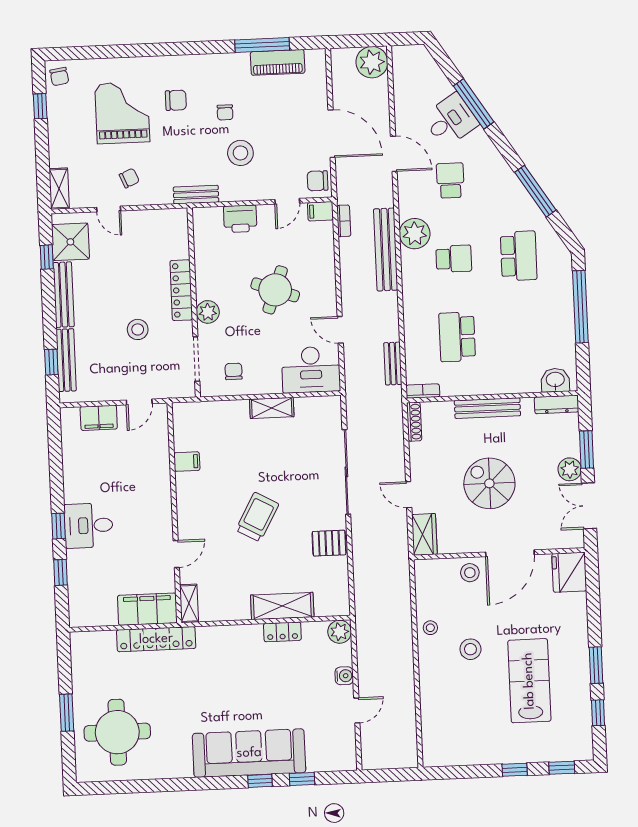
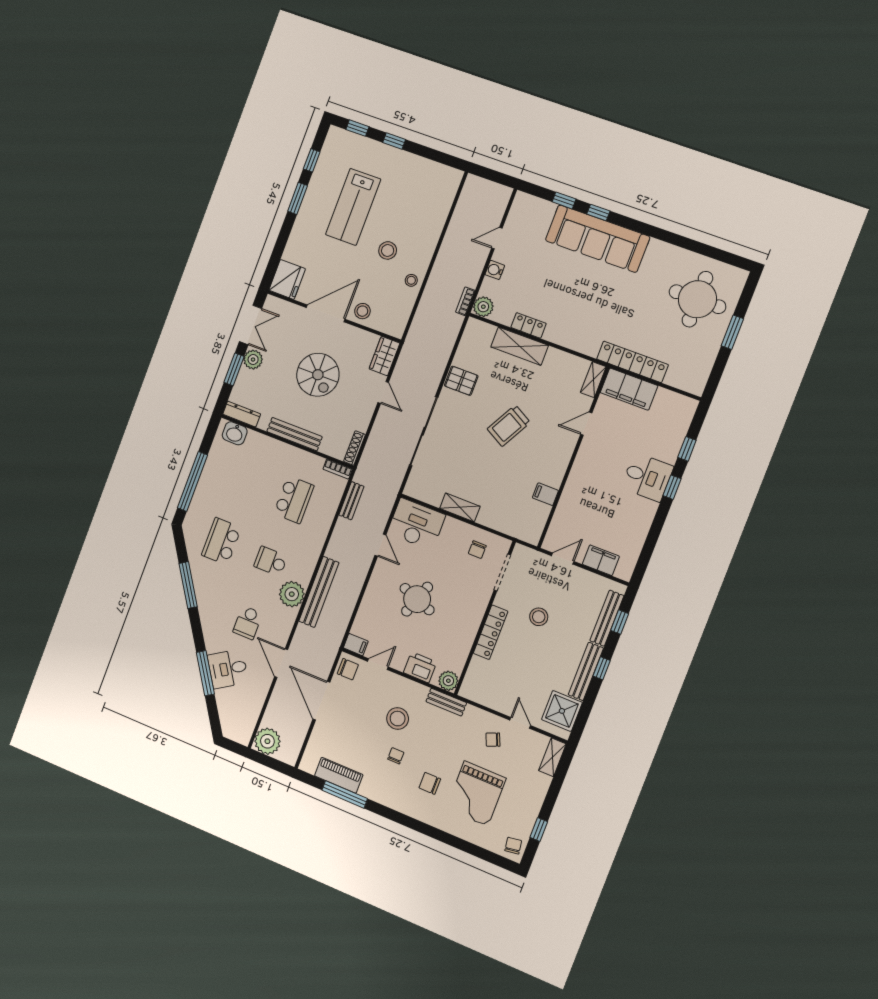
bookcase: (344, 221) -> (465, 301), moved
window: (47, 257) -> (602, 668), moved
plant: (208, 312) -> (448, 681), moved

